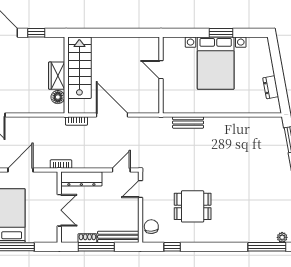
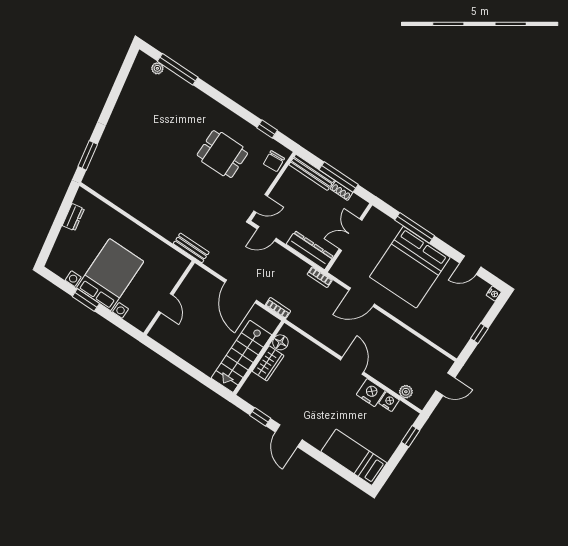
bench: (188, 122) -> (191, 248), moved

